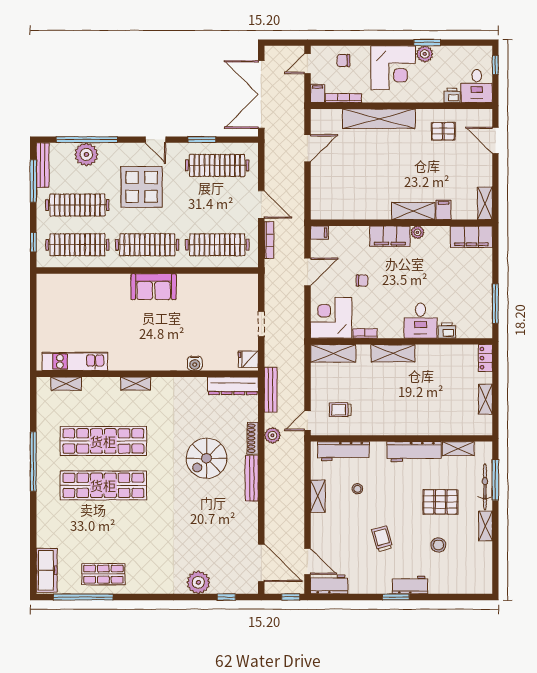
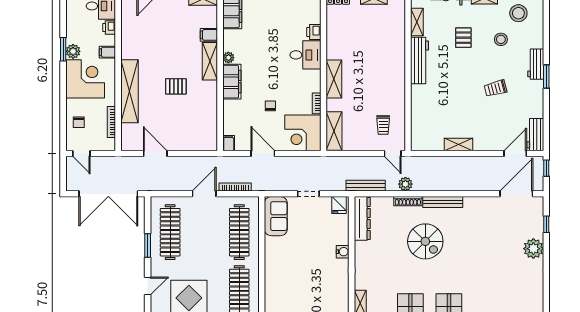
filing cabinet: (317, 93) -> (107, 52), moved
pallet: (443, 131) -> (176, 86), moved, turned 90
sofa: (154, 287) -> (276, 216), moved
workbench: (343, 451) -> (419, 122), removed
stool: (357, 489) -> (518, 13), moved, width x1.89, depth x1.89
pallet: (440, 502) -> (463, 38), width x0.67, depth x0.71

